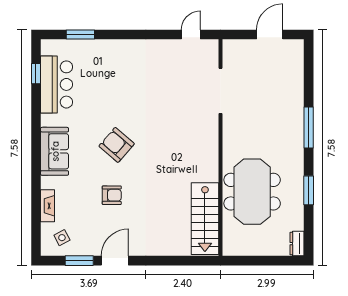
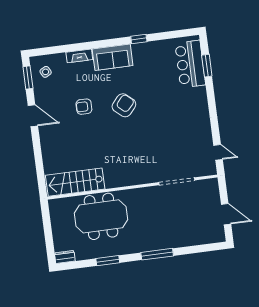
window: (36, 74) -> (139, 39), moved
bar counter: (57, 84) -> (190, 64), moved, turned 90
armchair: (112, 195) -> (84, 107), turned 90
fireplace: (47, 206) -> (79, 56), moved
window: (79, 261) -> (28, 77), moved

